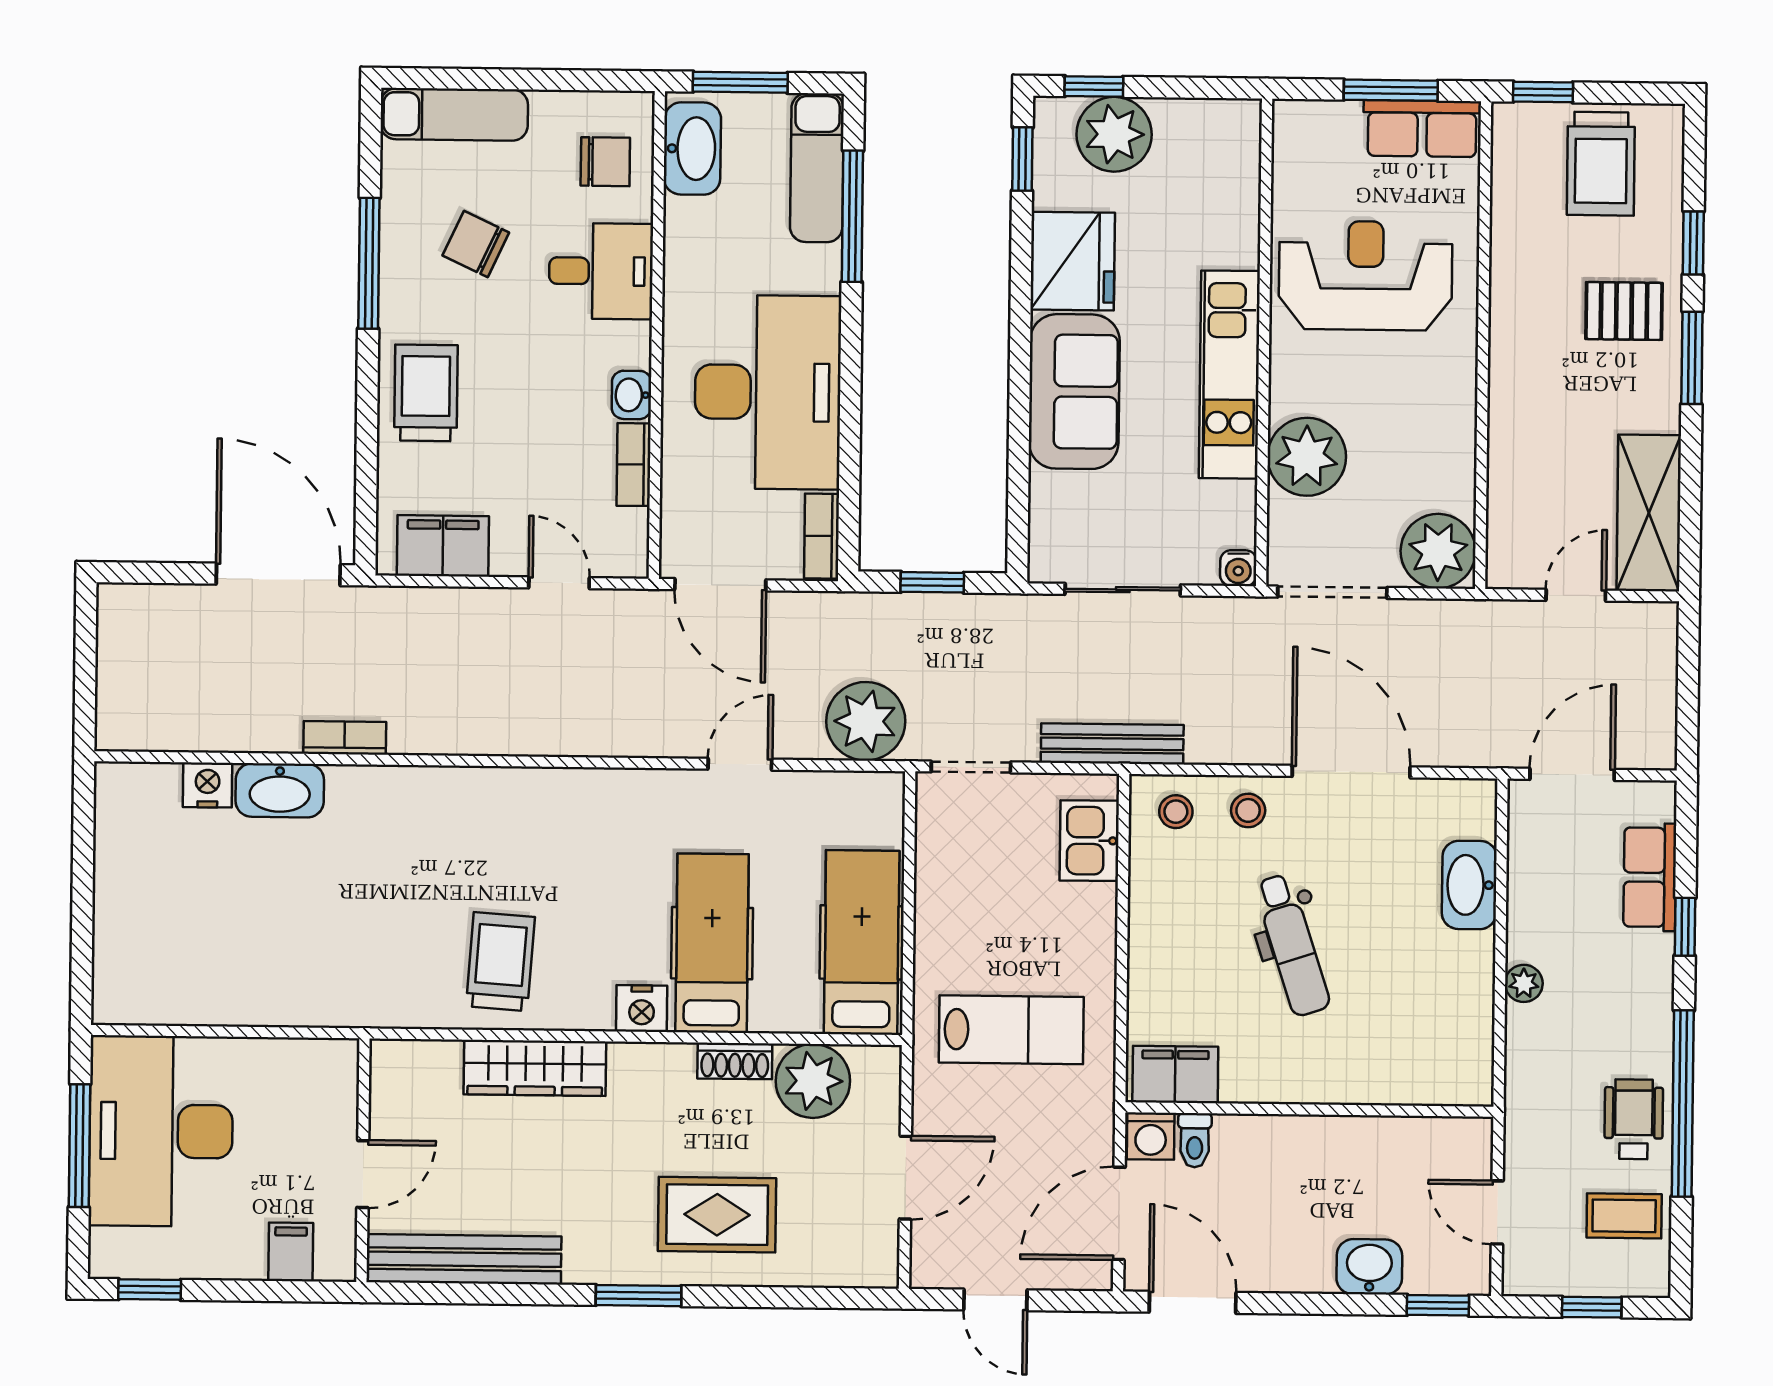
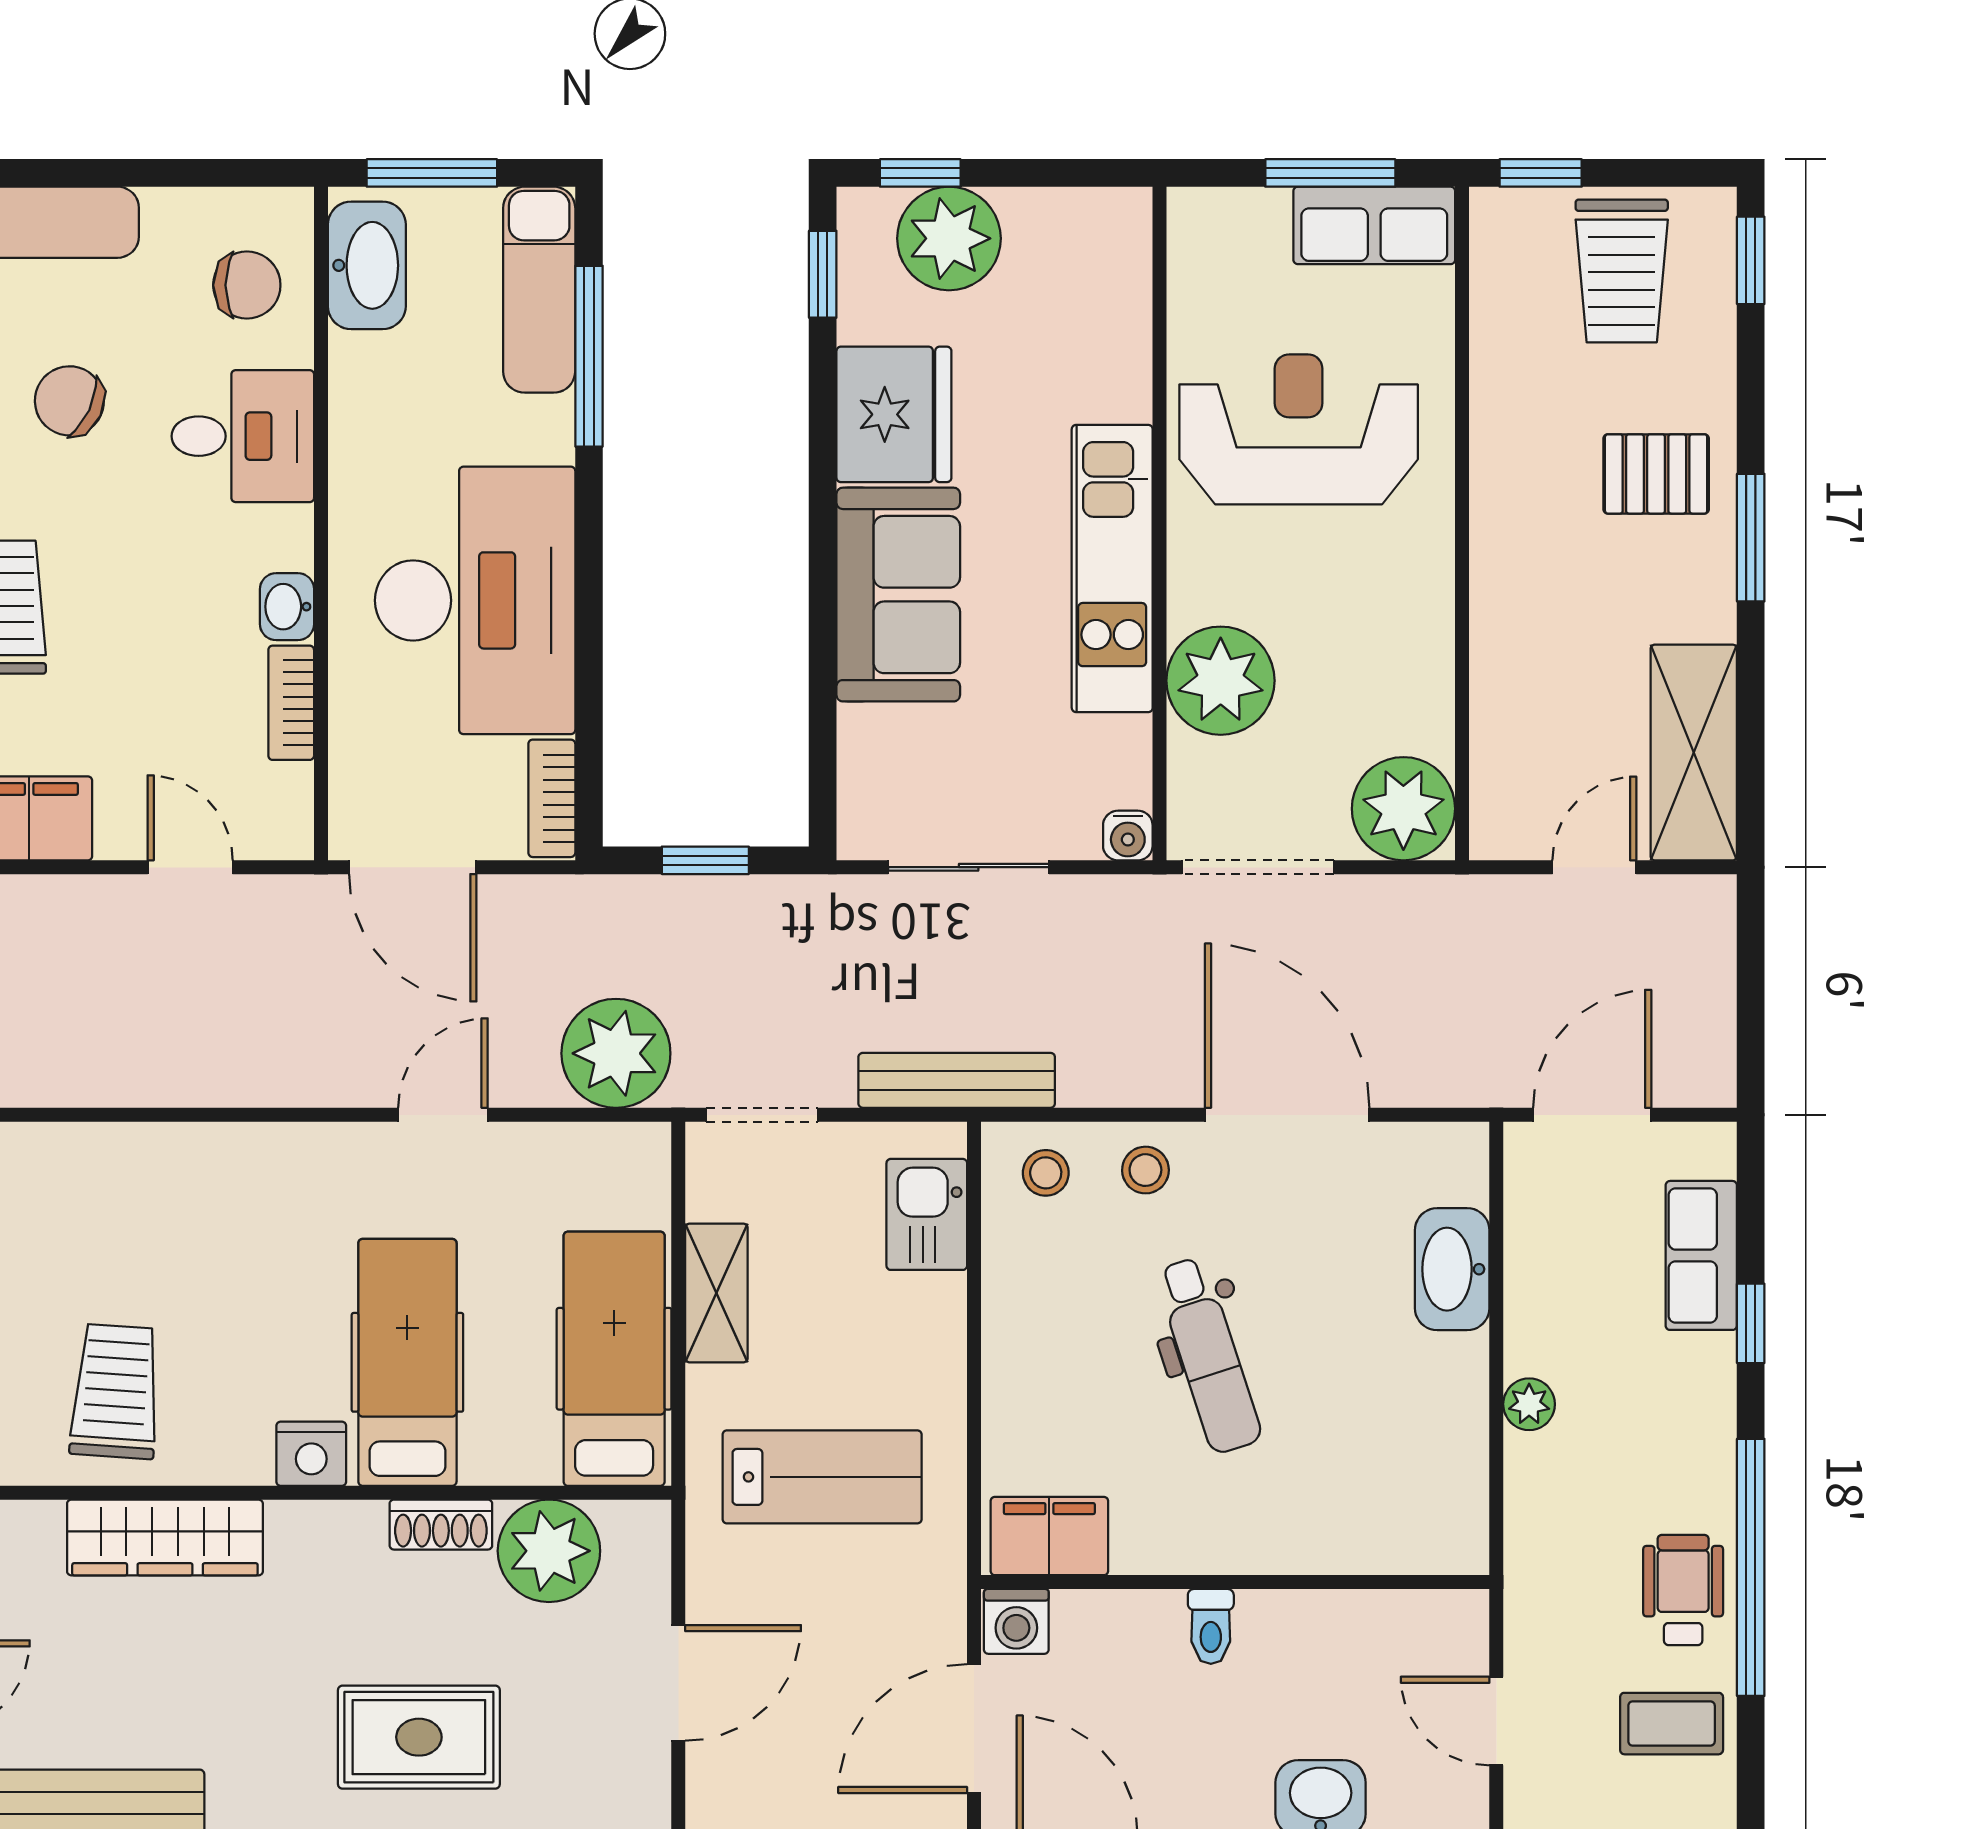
window: (1693, 243) -> (1751, 260), moved
shelving: (936, 896) -> (716, 1293), added
toilet: (1195, 1140) -> (1211, 1626), moved

